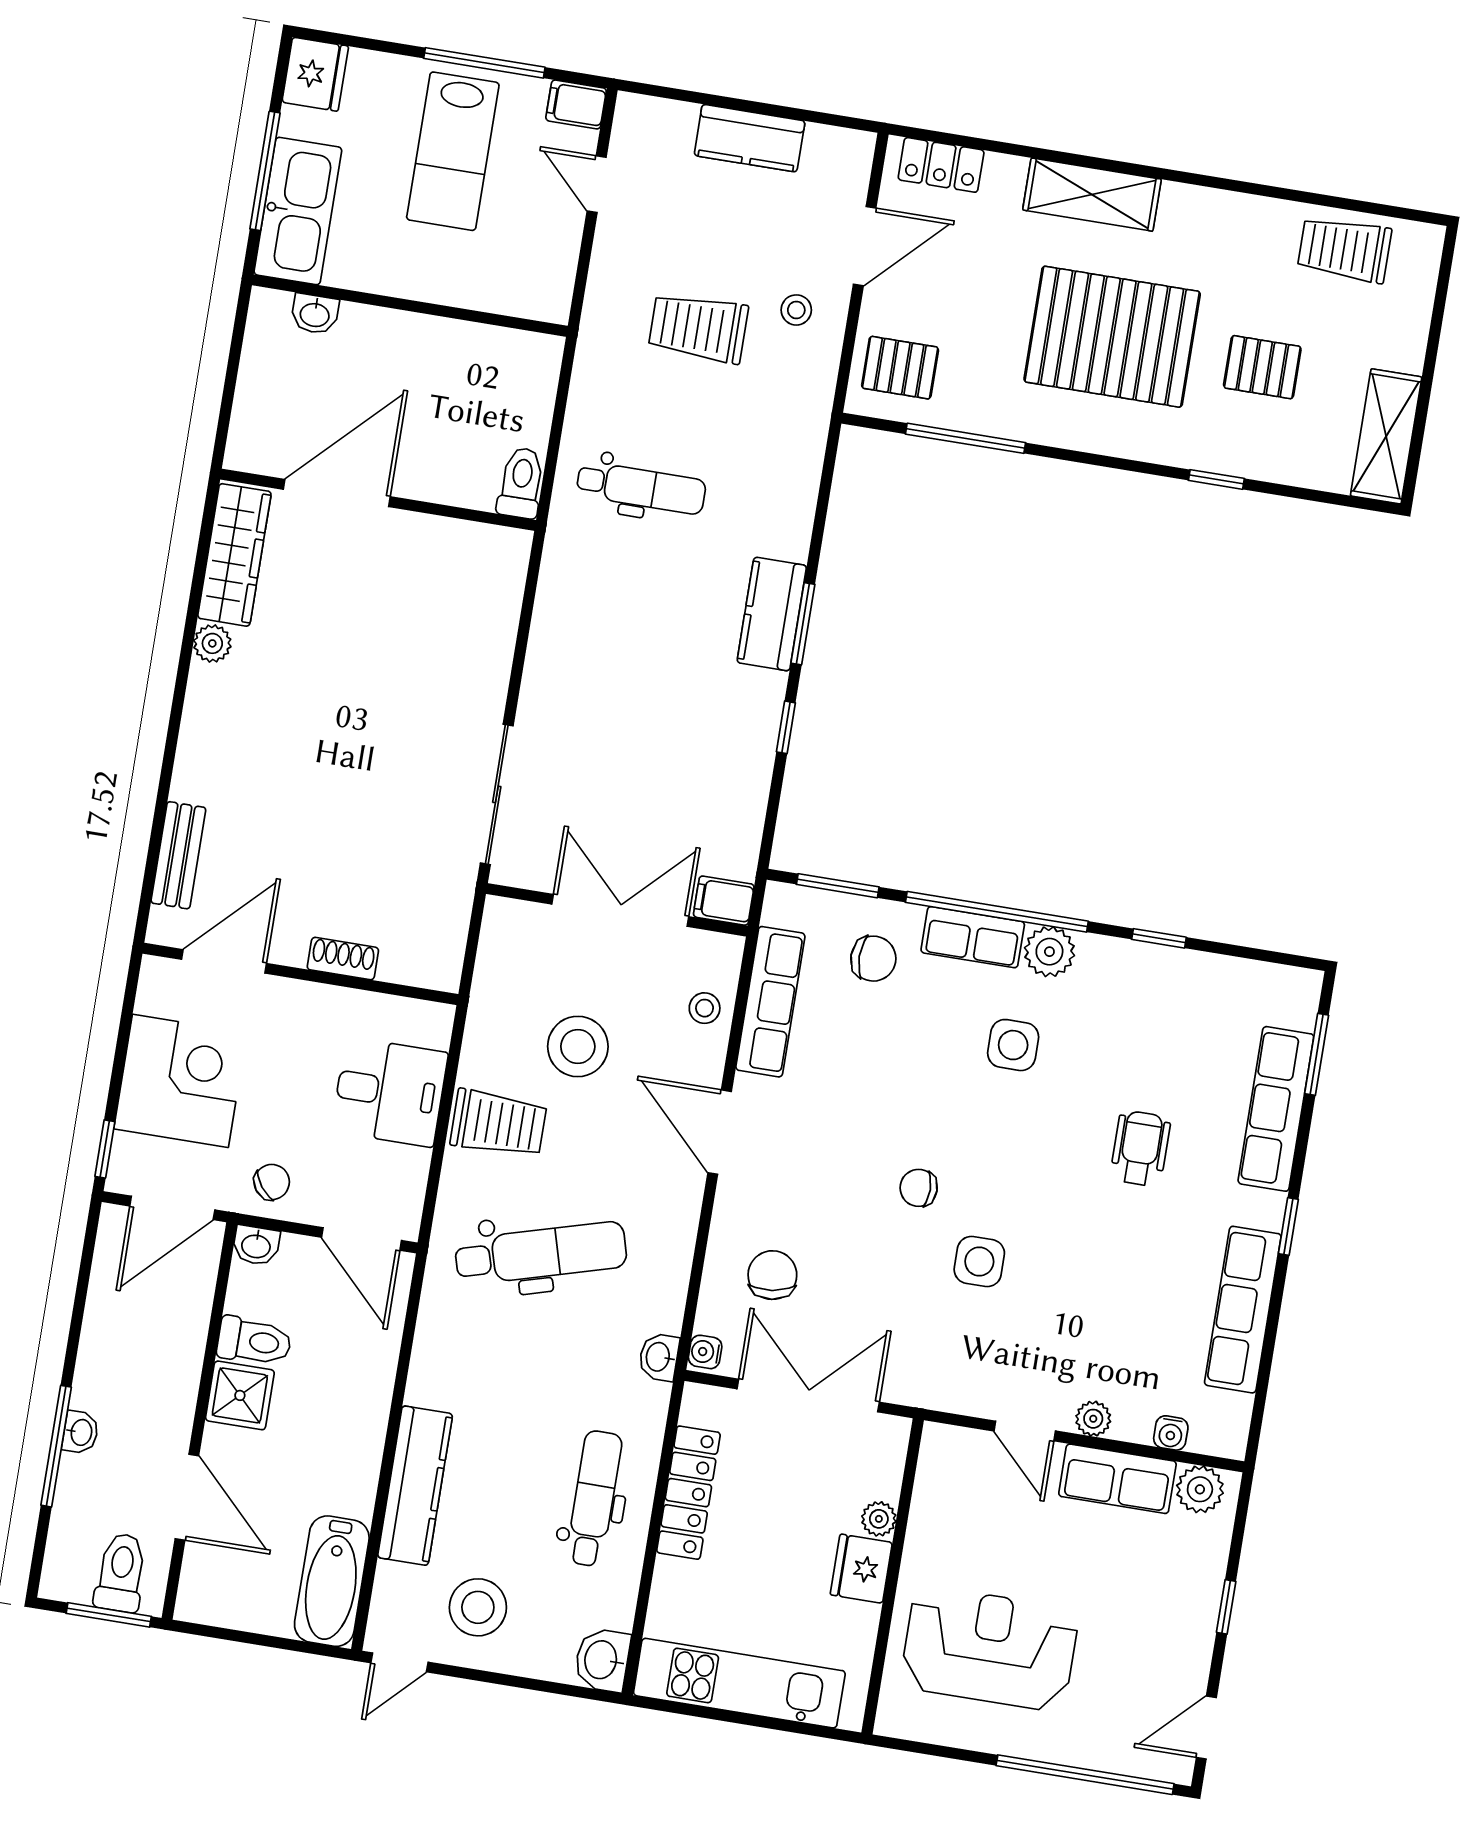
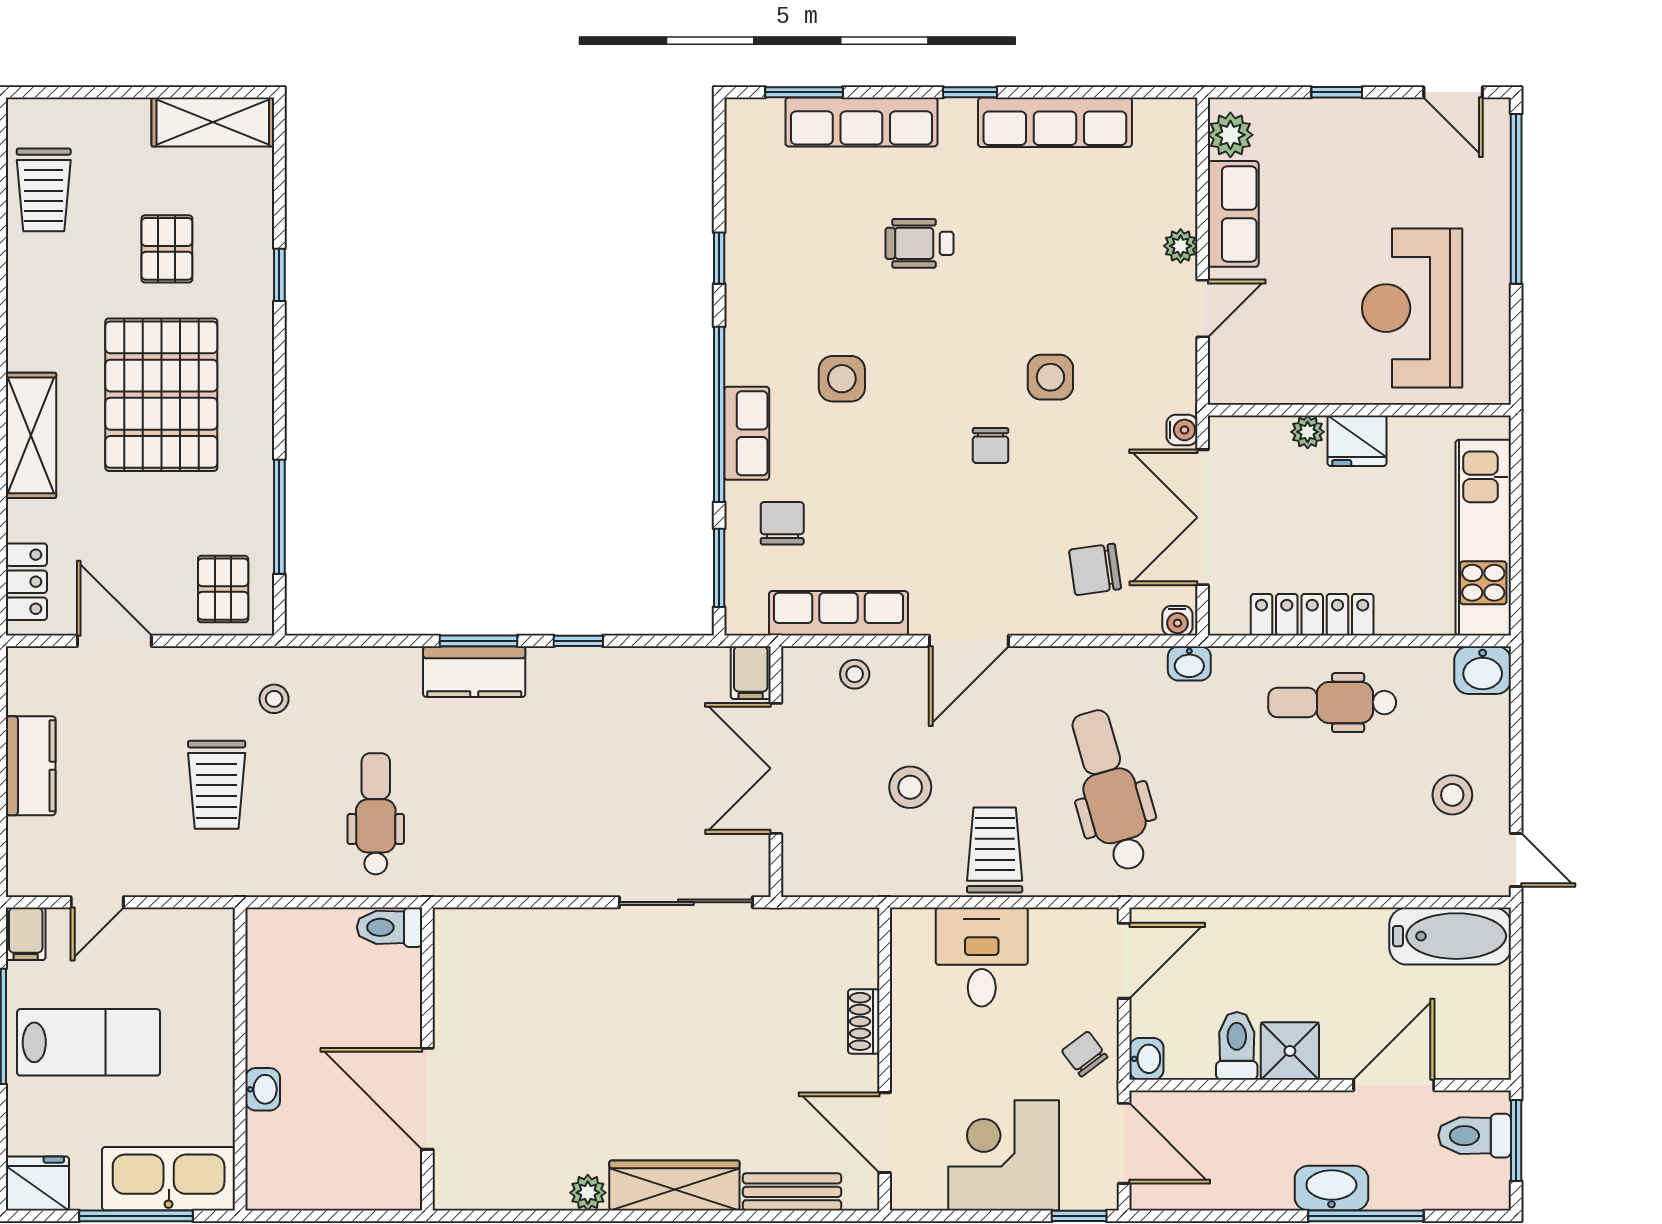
stool: (796, 310) -> (274, 699), moved
washbasin: (315, 314) -> (263, 1089), moved
wardrobe: (234, 555) -> (674, 1185), moved
plant: (1049, 952) -> (749, 359), removed
stool: (578, 1046) -> (910, 787), width x0.73, depth x0.73
washbasin: (80, 1432) -> (1331, 1188), width x1.91, depth x1.45
water cooler: (1171, 1433) -> (1182, 430), moved
kitchen counter: (415, 1486) -> (1348, 873), removed
stool: (478, 1607) -> (1452, 795), width x0.73, depth x0.73

